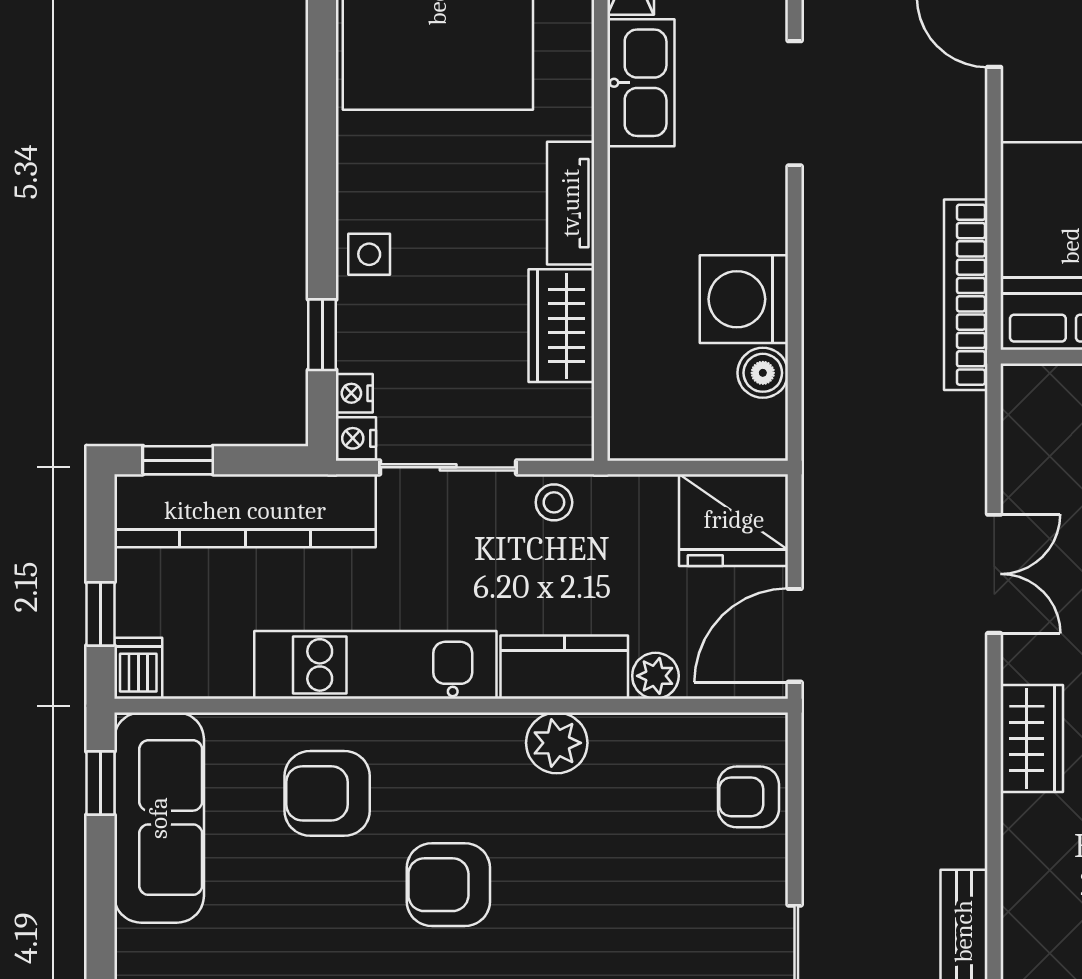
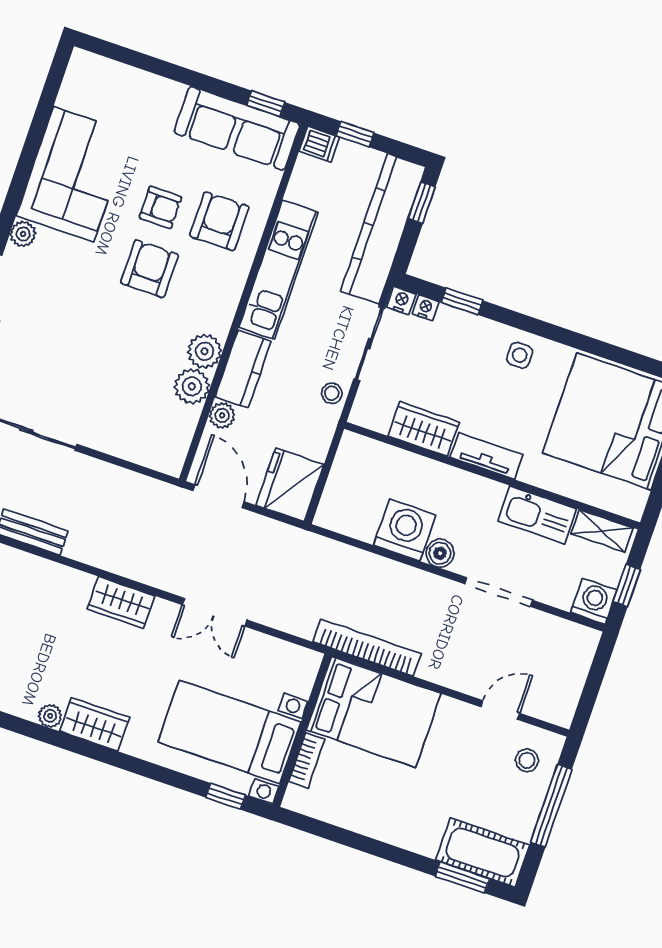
side table: (369, 254) -> (520, 355), moved
boiler: (763, 373) -> (440, 553), moved
plant: (624, 744) -> (192, 386), added
armchair: (748, 797) -> (160, 207), moved, turned 90

